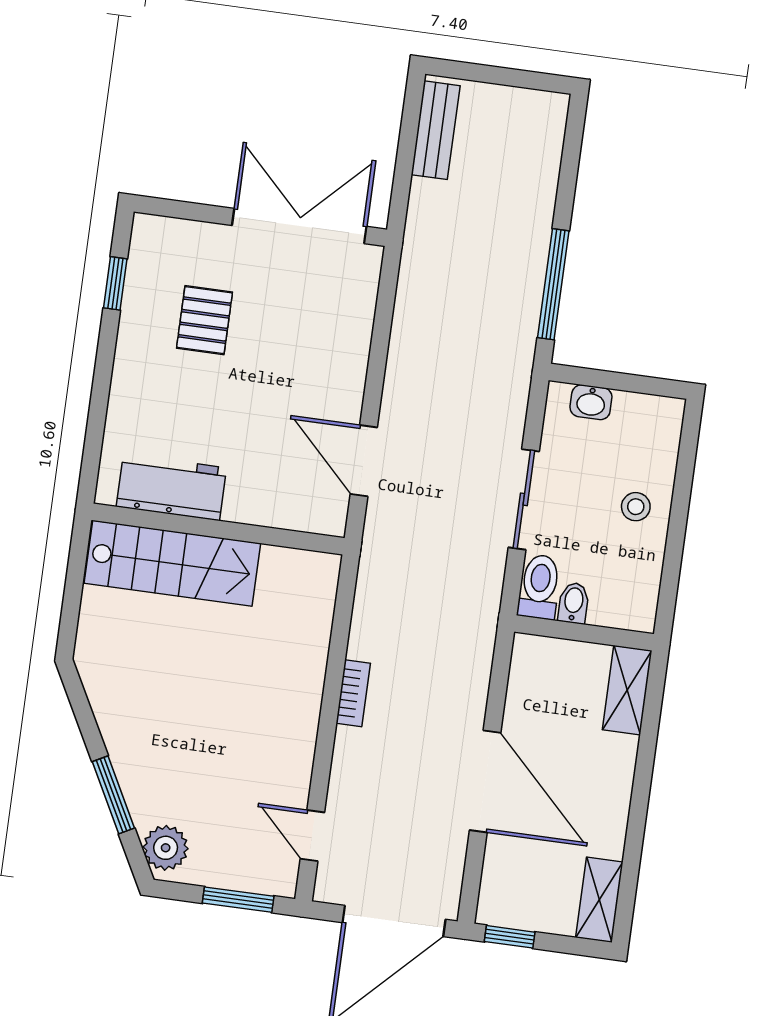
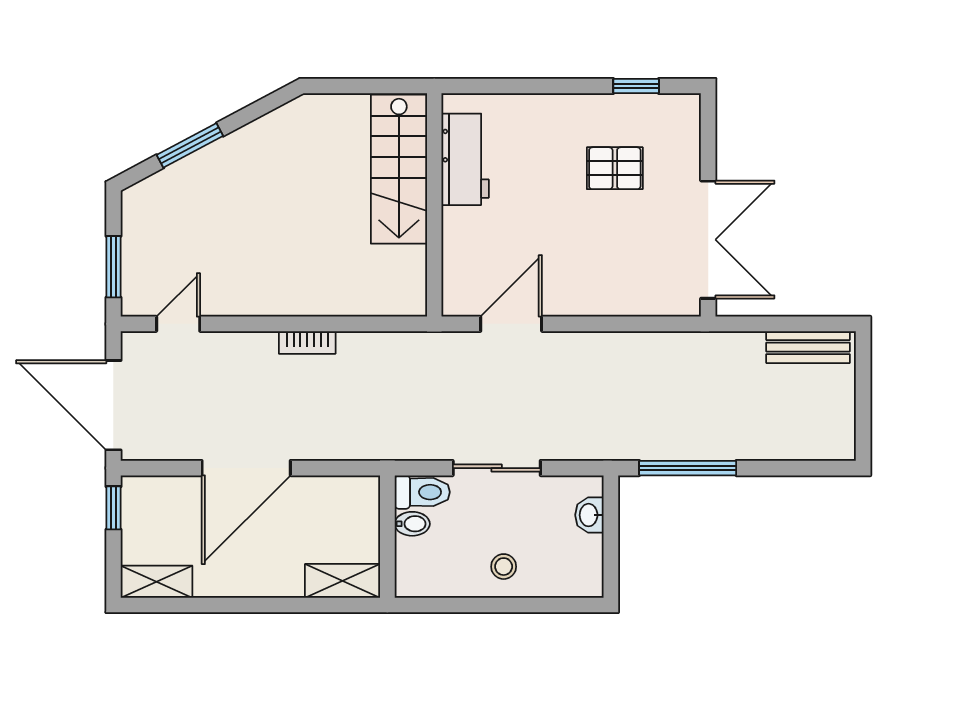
plant: (166, 848) -> (150, 197), removed

